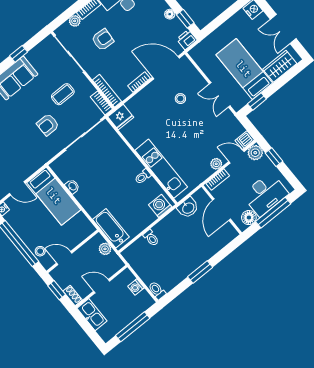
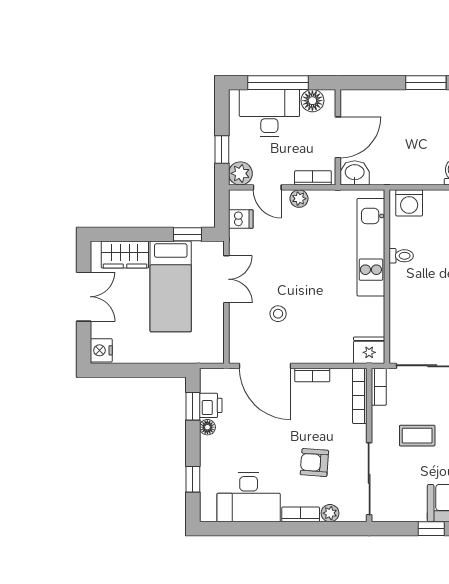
printer: (187, 40) -> (211, 405), moved, turned -90
dishwasher: (245, 140) -> (241, 219), moved
washbasin: (188, 208) -> (355, 173), moved

